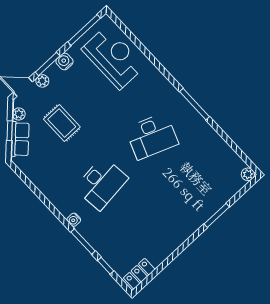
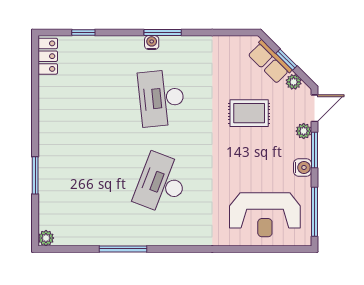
window: (194, 104) -> (123, 249), moved
window: (83, 241) -> (163, 33), moved

